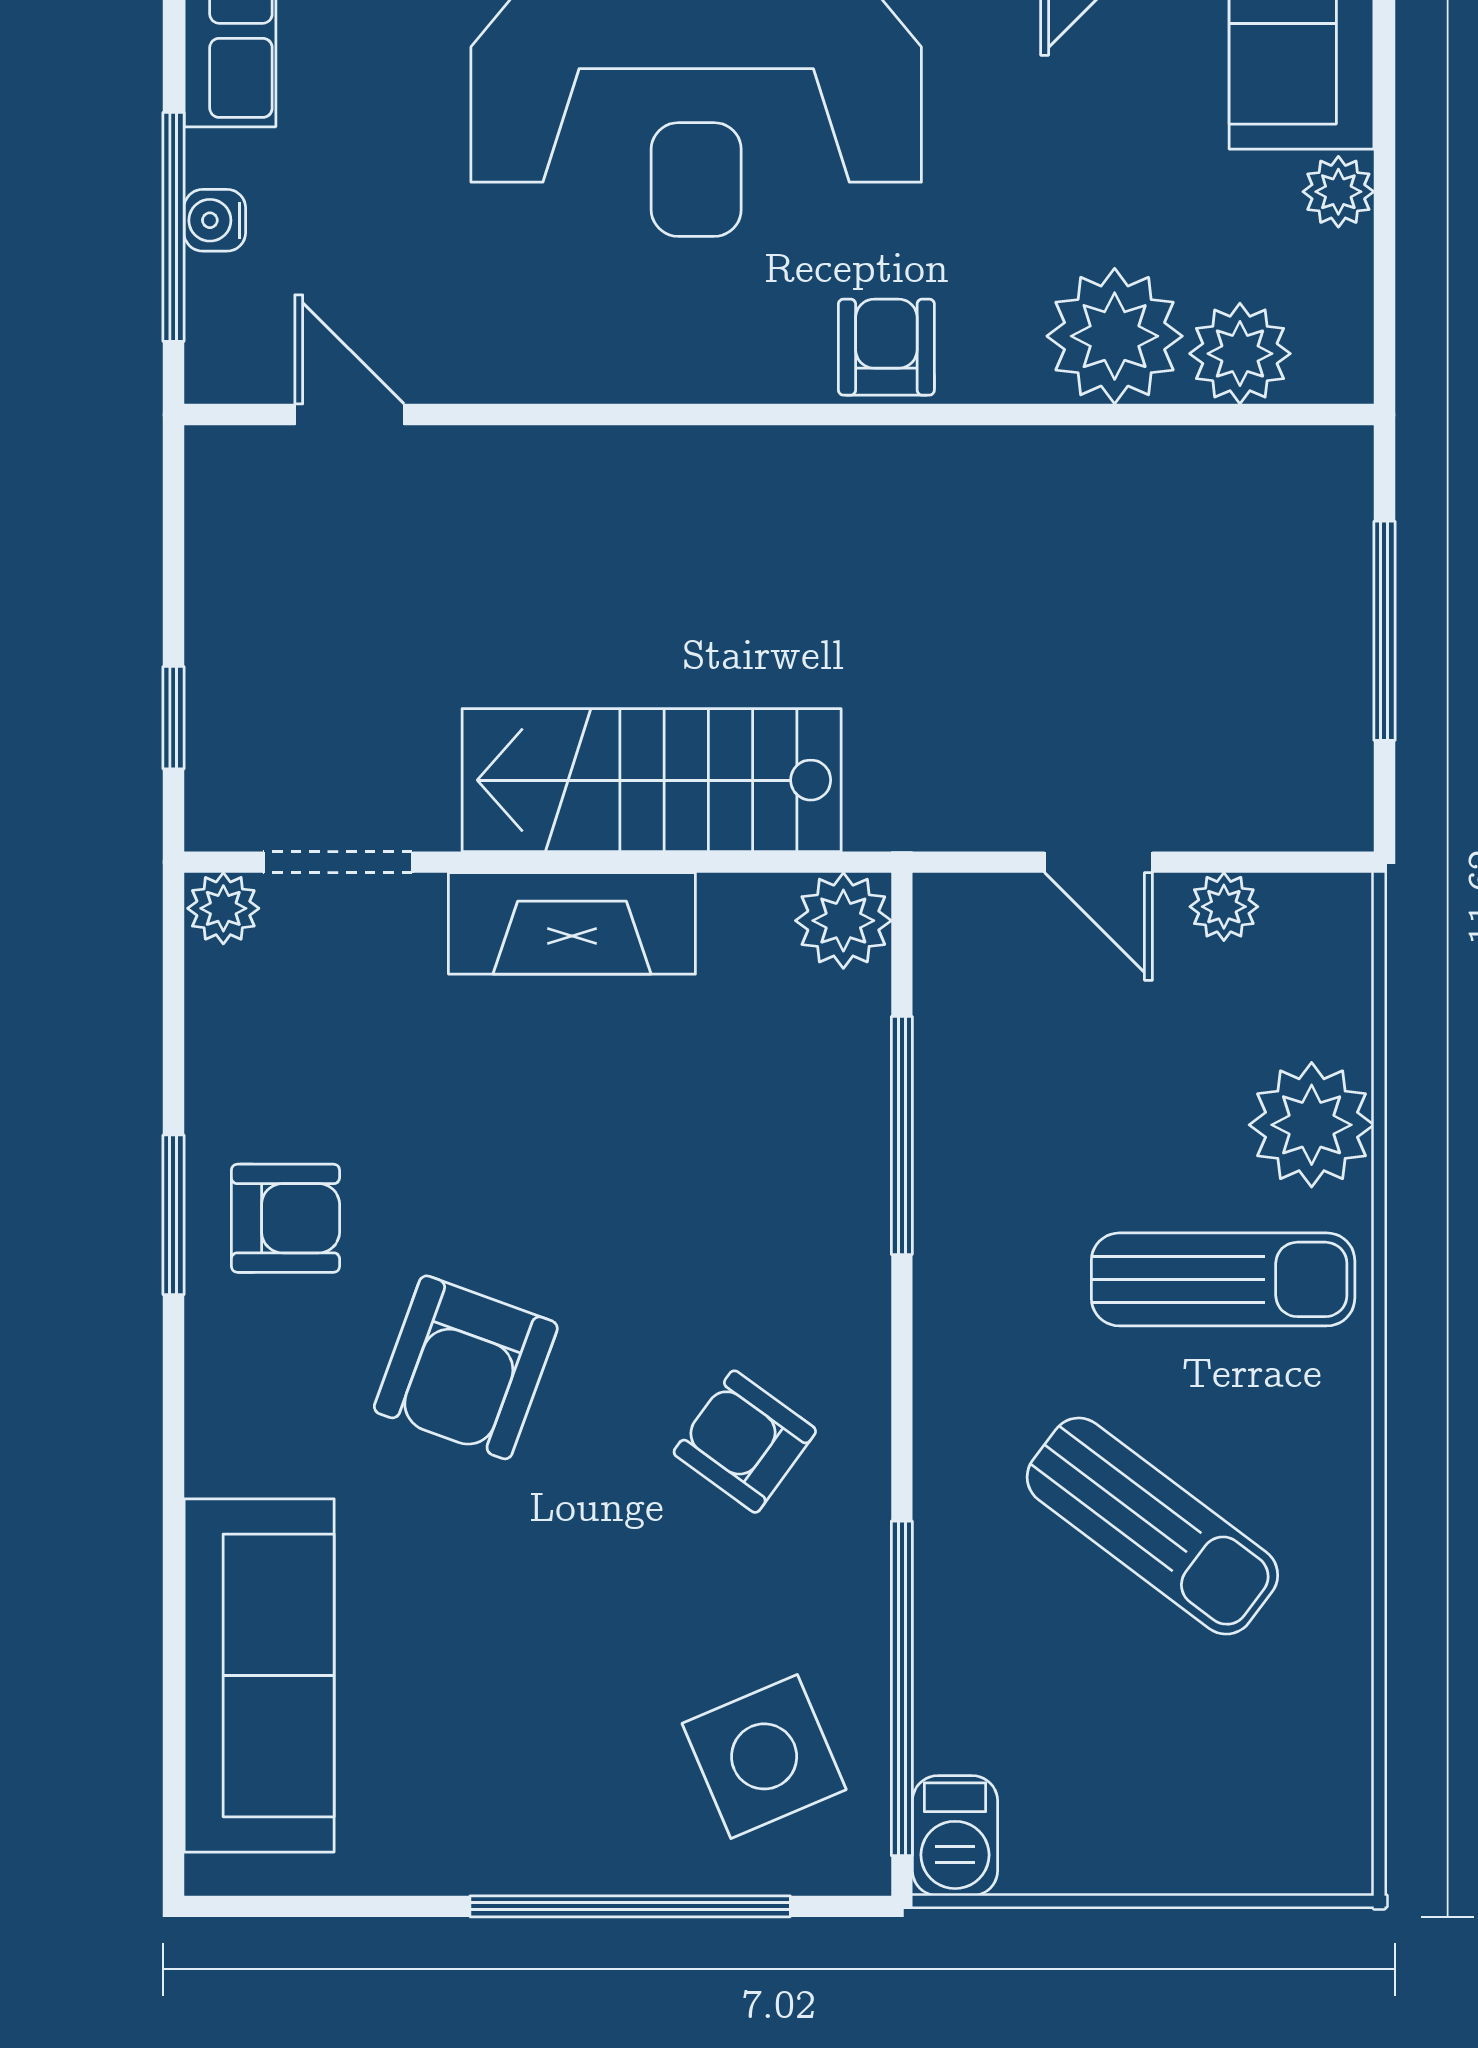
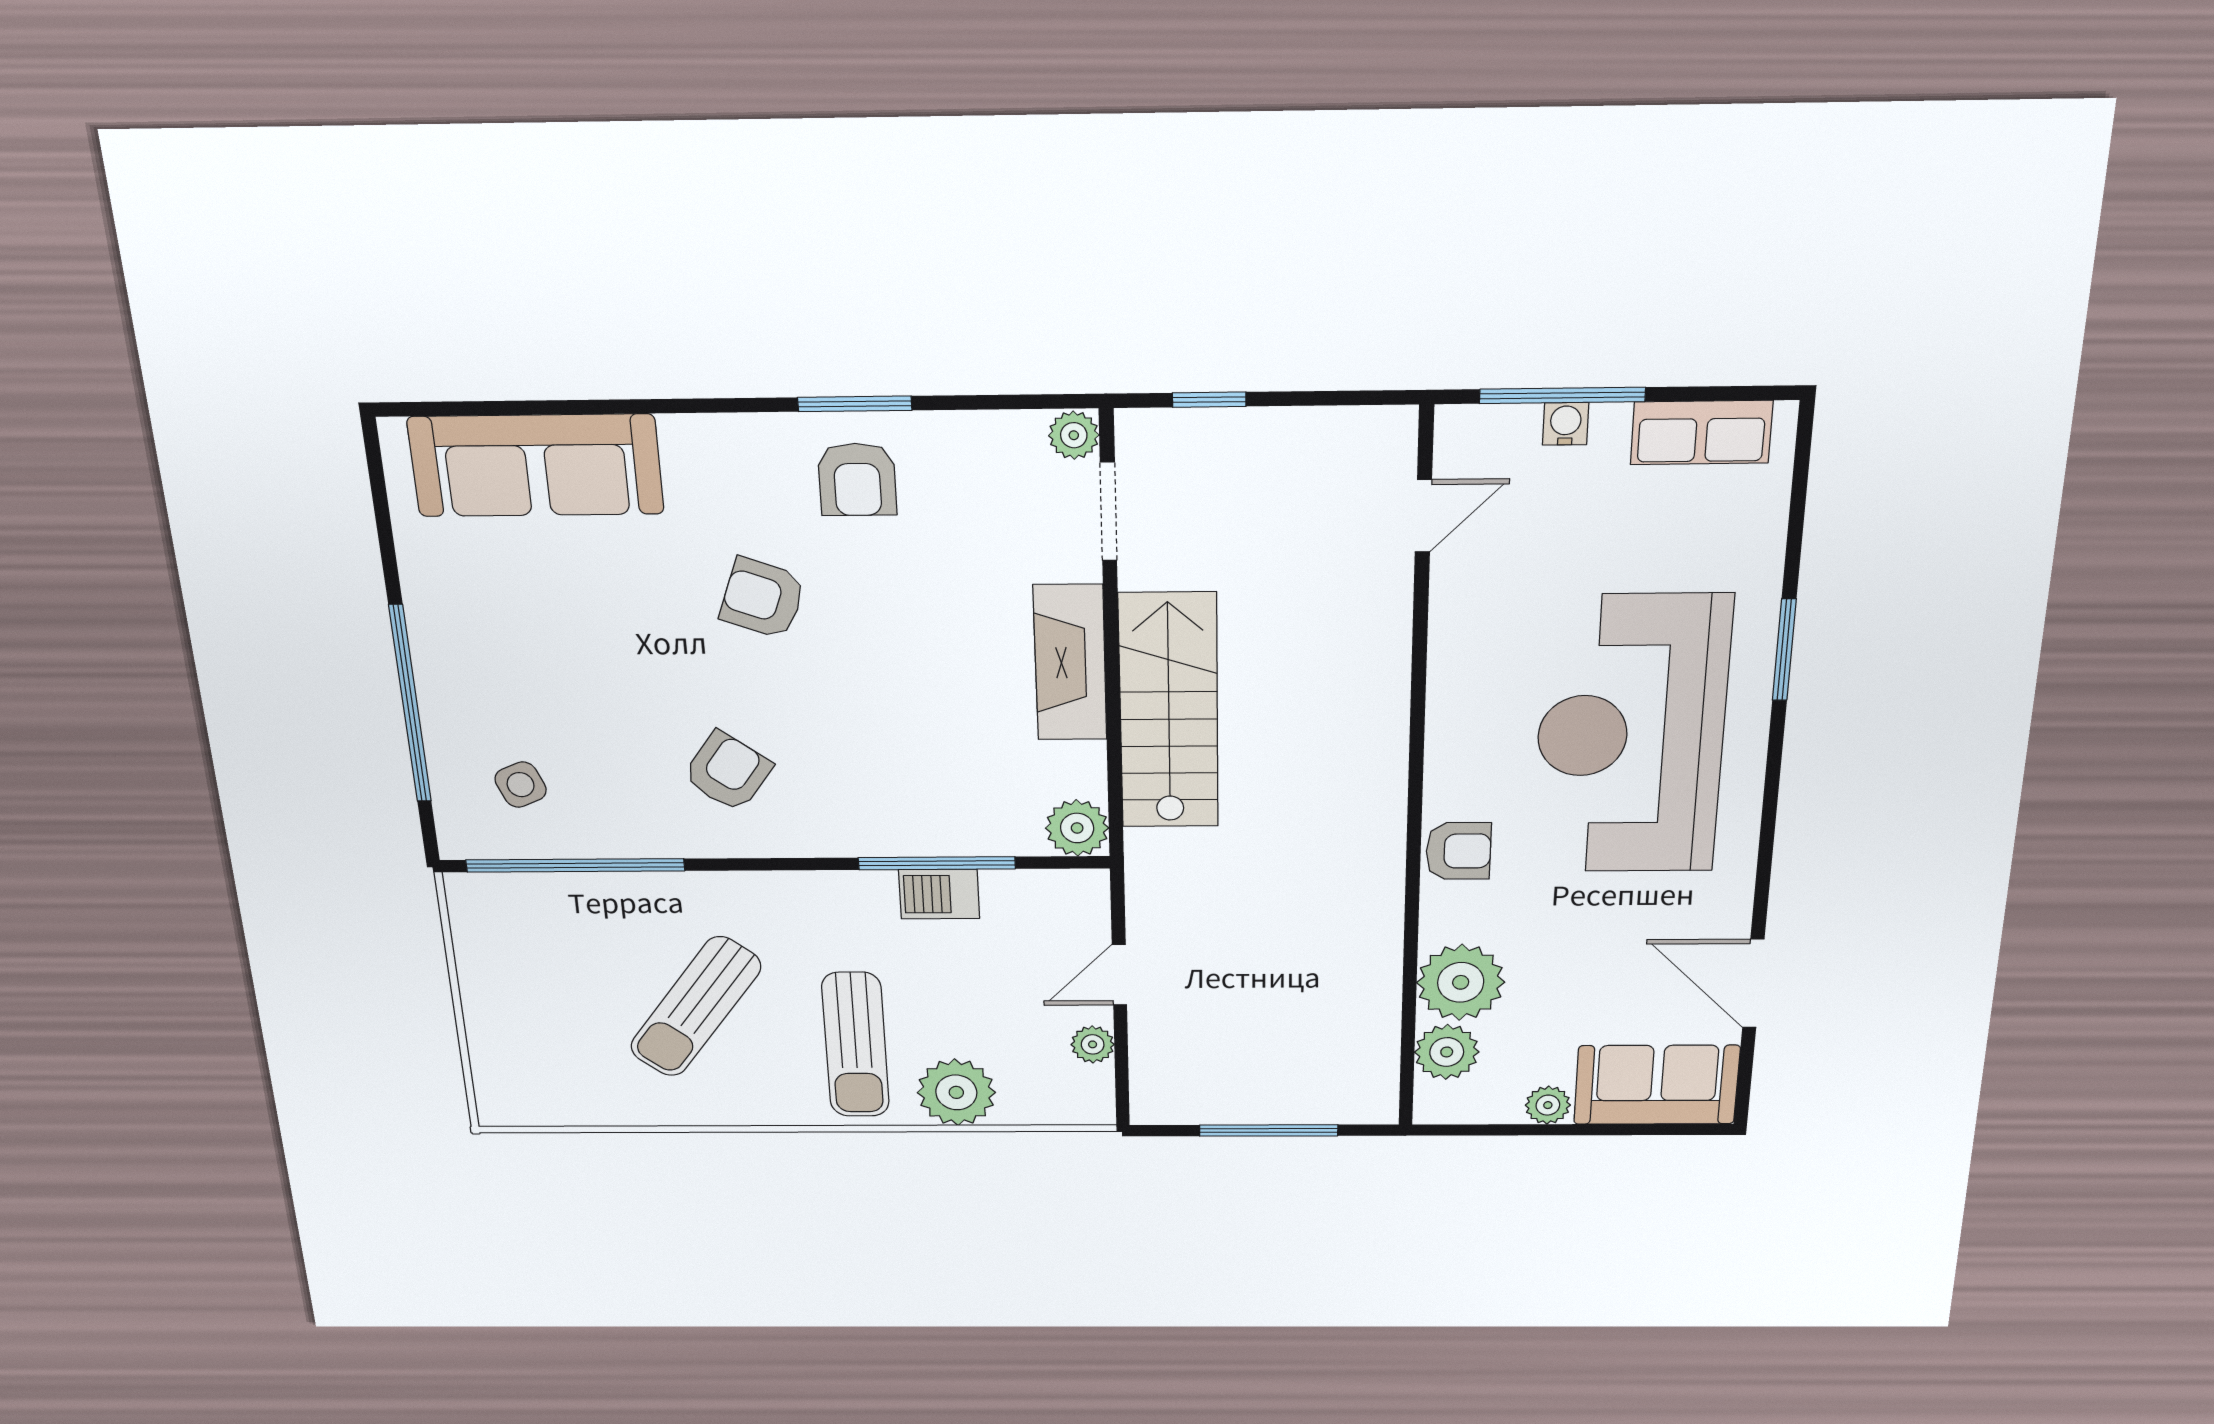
armchair: (466, 1367) -> (763, 598), width x0.72, depth x0.72
side table: (764, 1756) -> (521, 785), width x0.54, depth x0.54
barbecue: (955, 1836) -> (939, 894), moved

